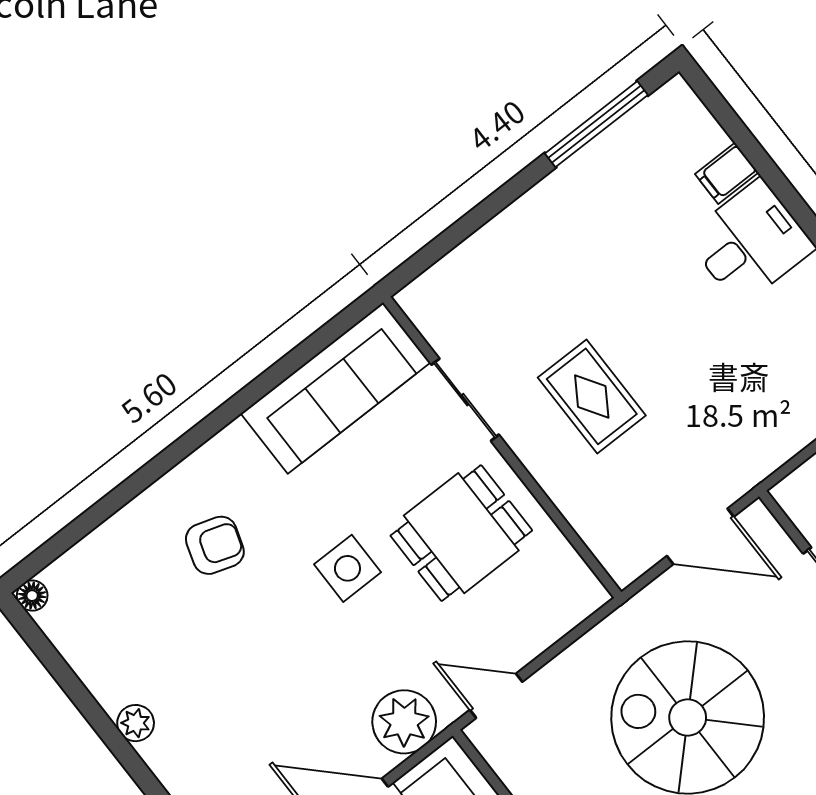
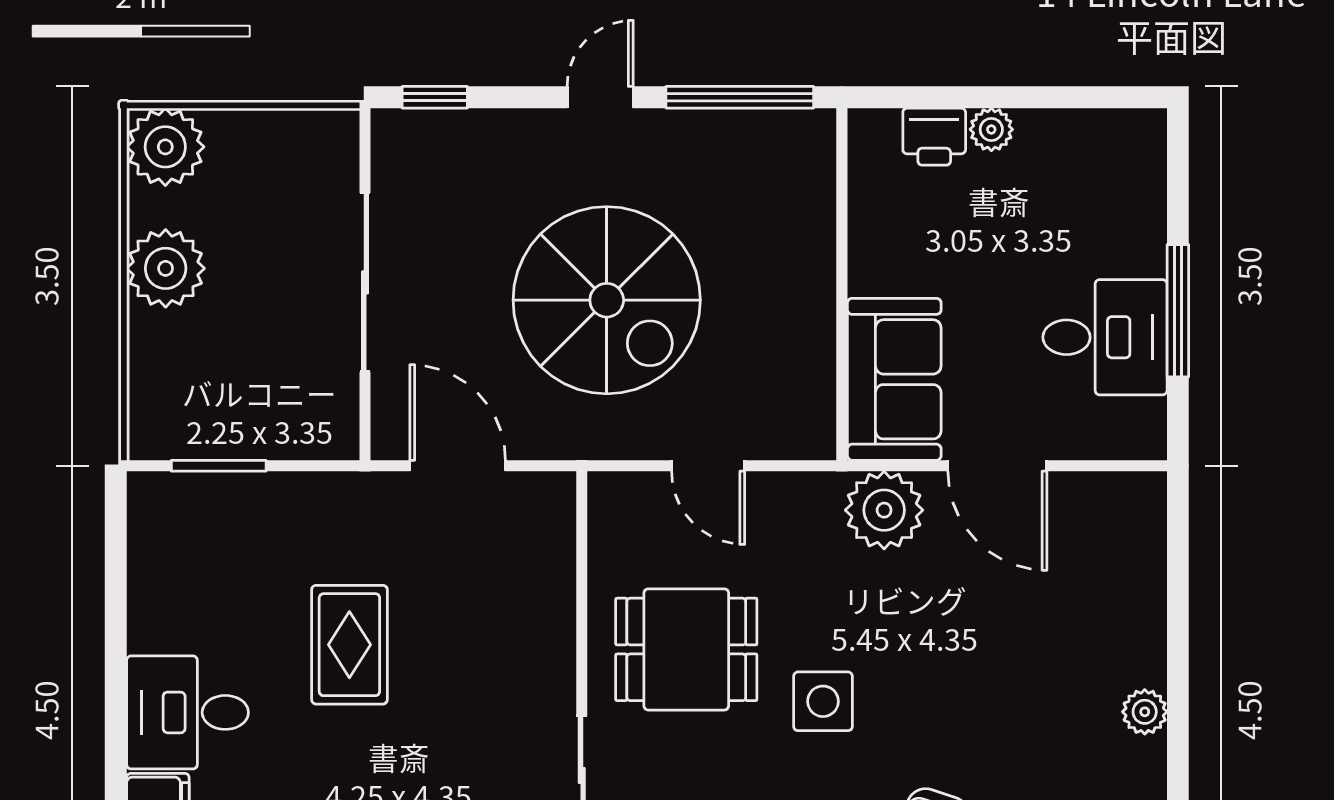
rug: (592, 396) -> (349, 645), moved
door: (496, 696) -> (708, 466), moved

